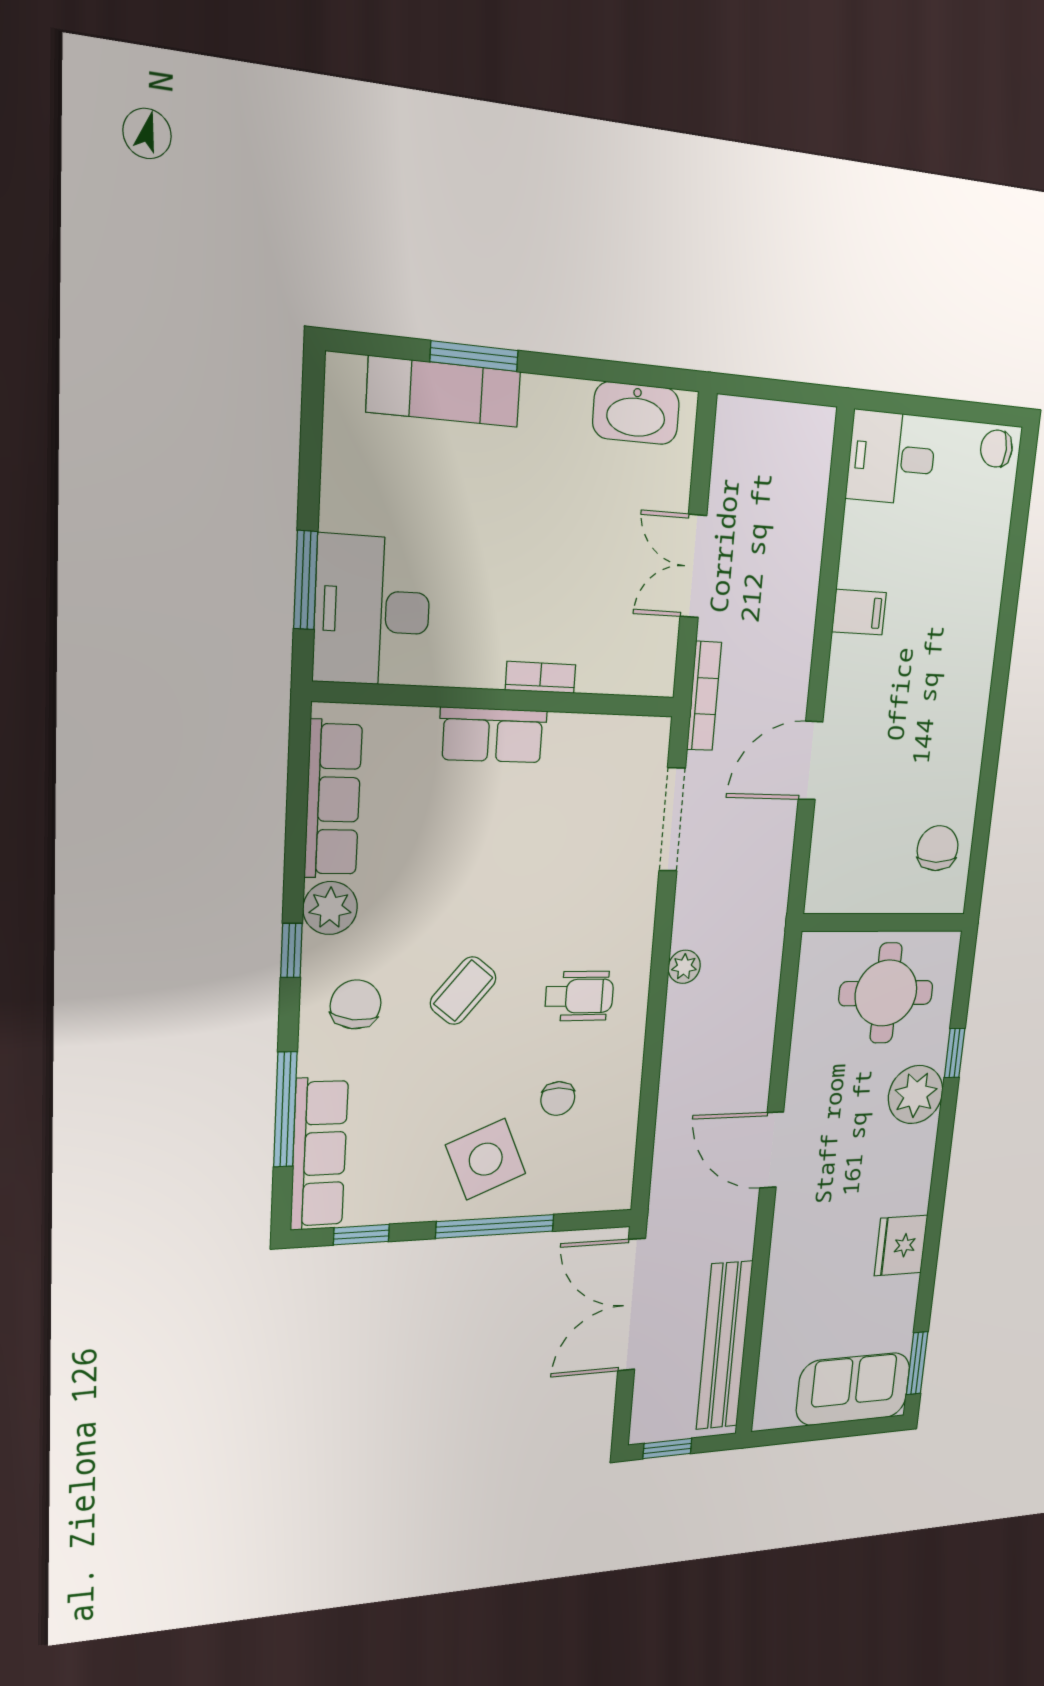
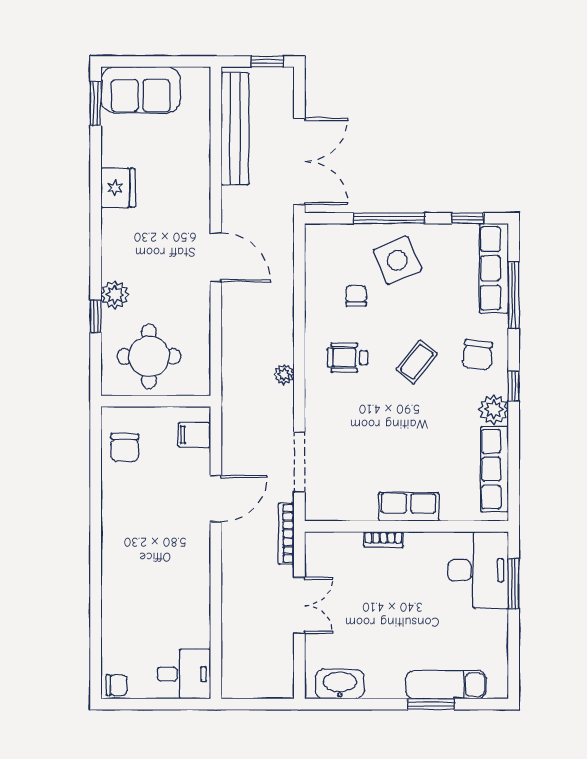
filing cabinet: (859, 612) -> (194, 435), moved
plant: (916, 1095) -> (115, 295), width x0.73, depth x0.73

